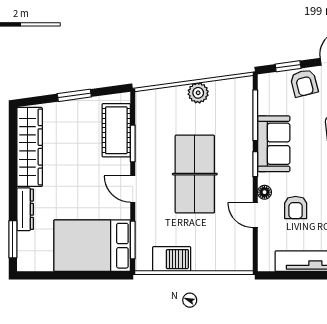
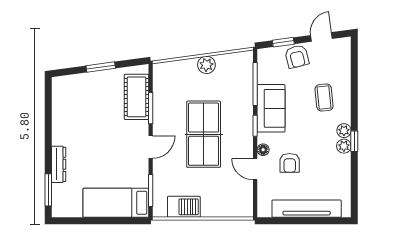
wardrobe: (30, 147) -> (62, 111), removed
door: (133, 189) -> (151, 147), swing flipped
bed: (92, 246) -> (116, 203), width x0.67

